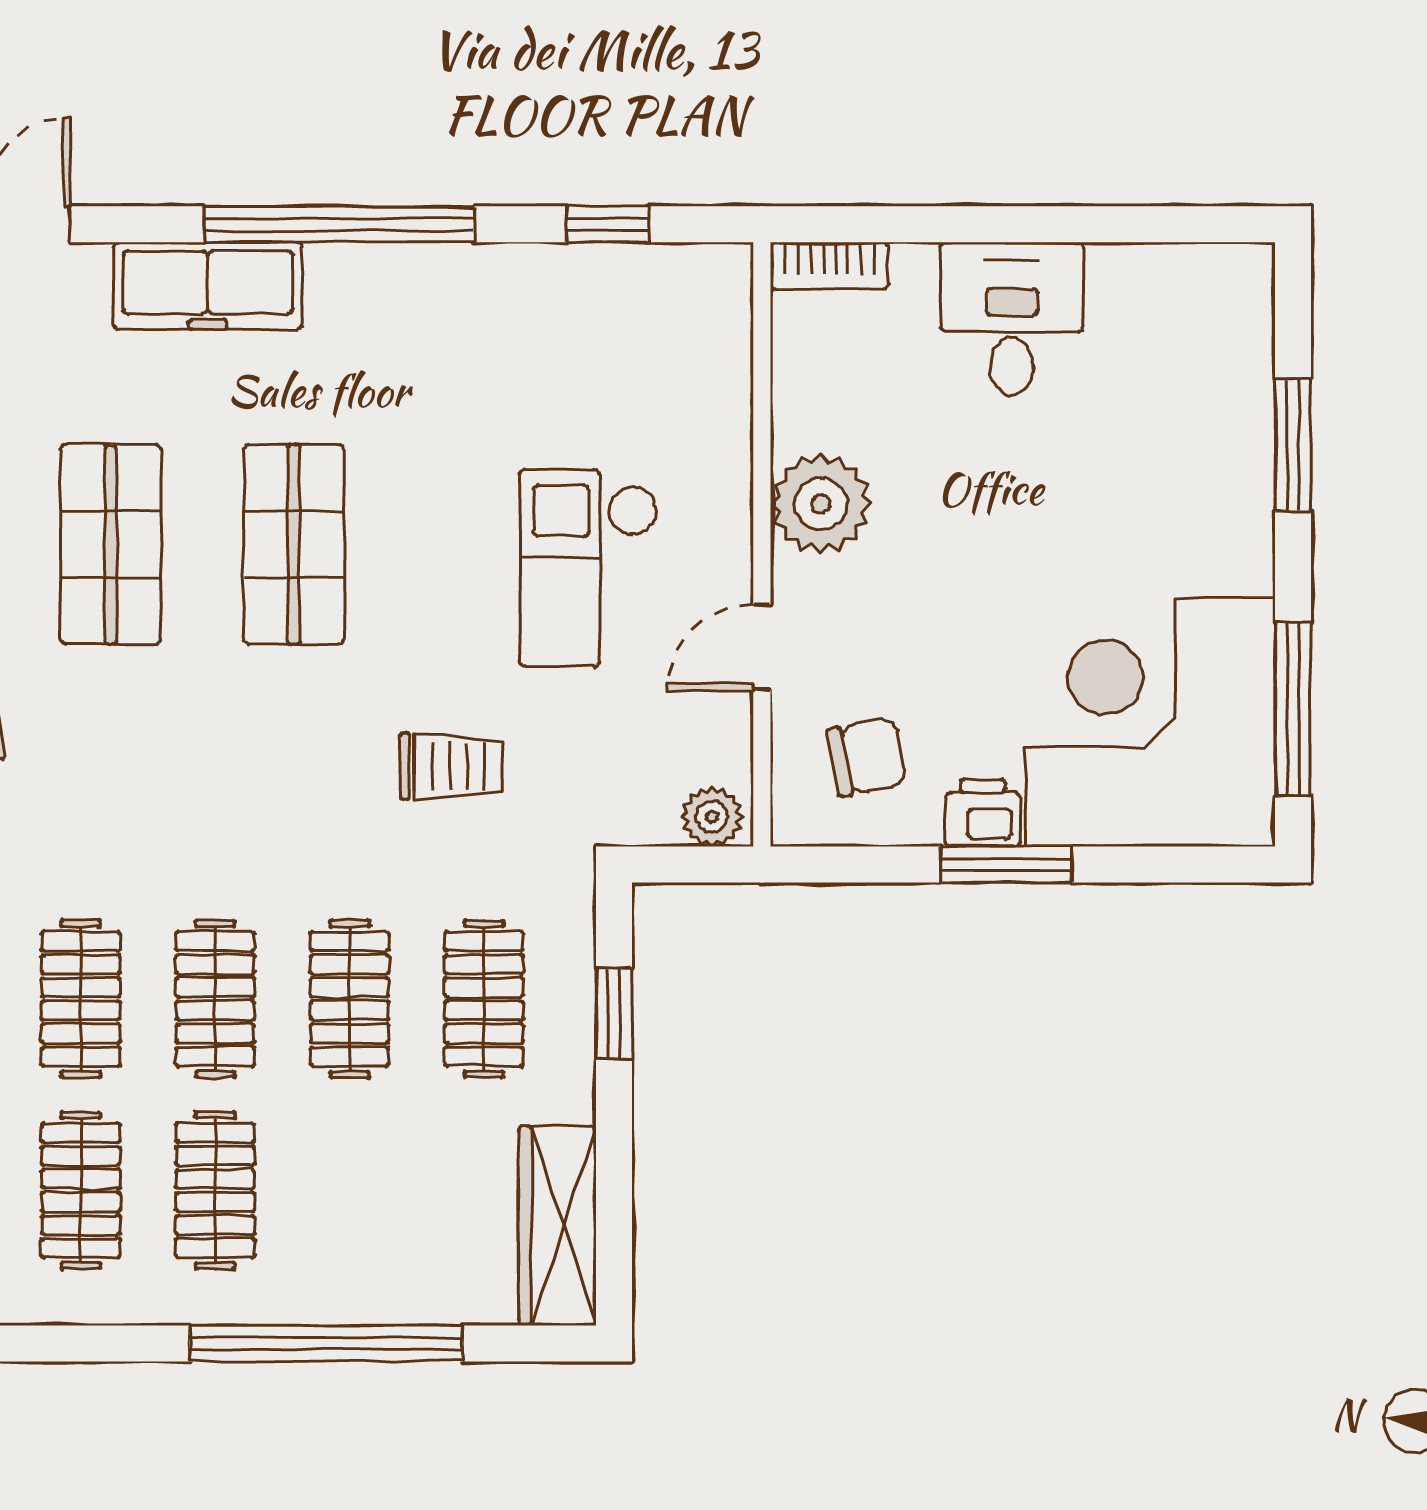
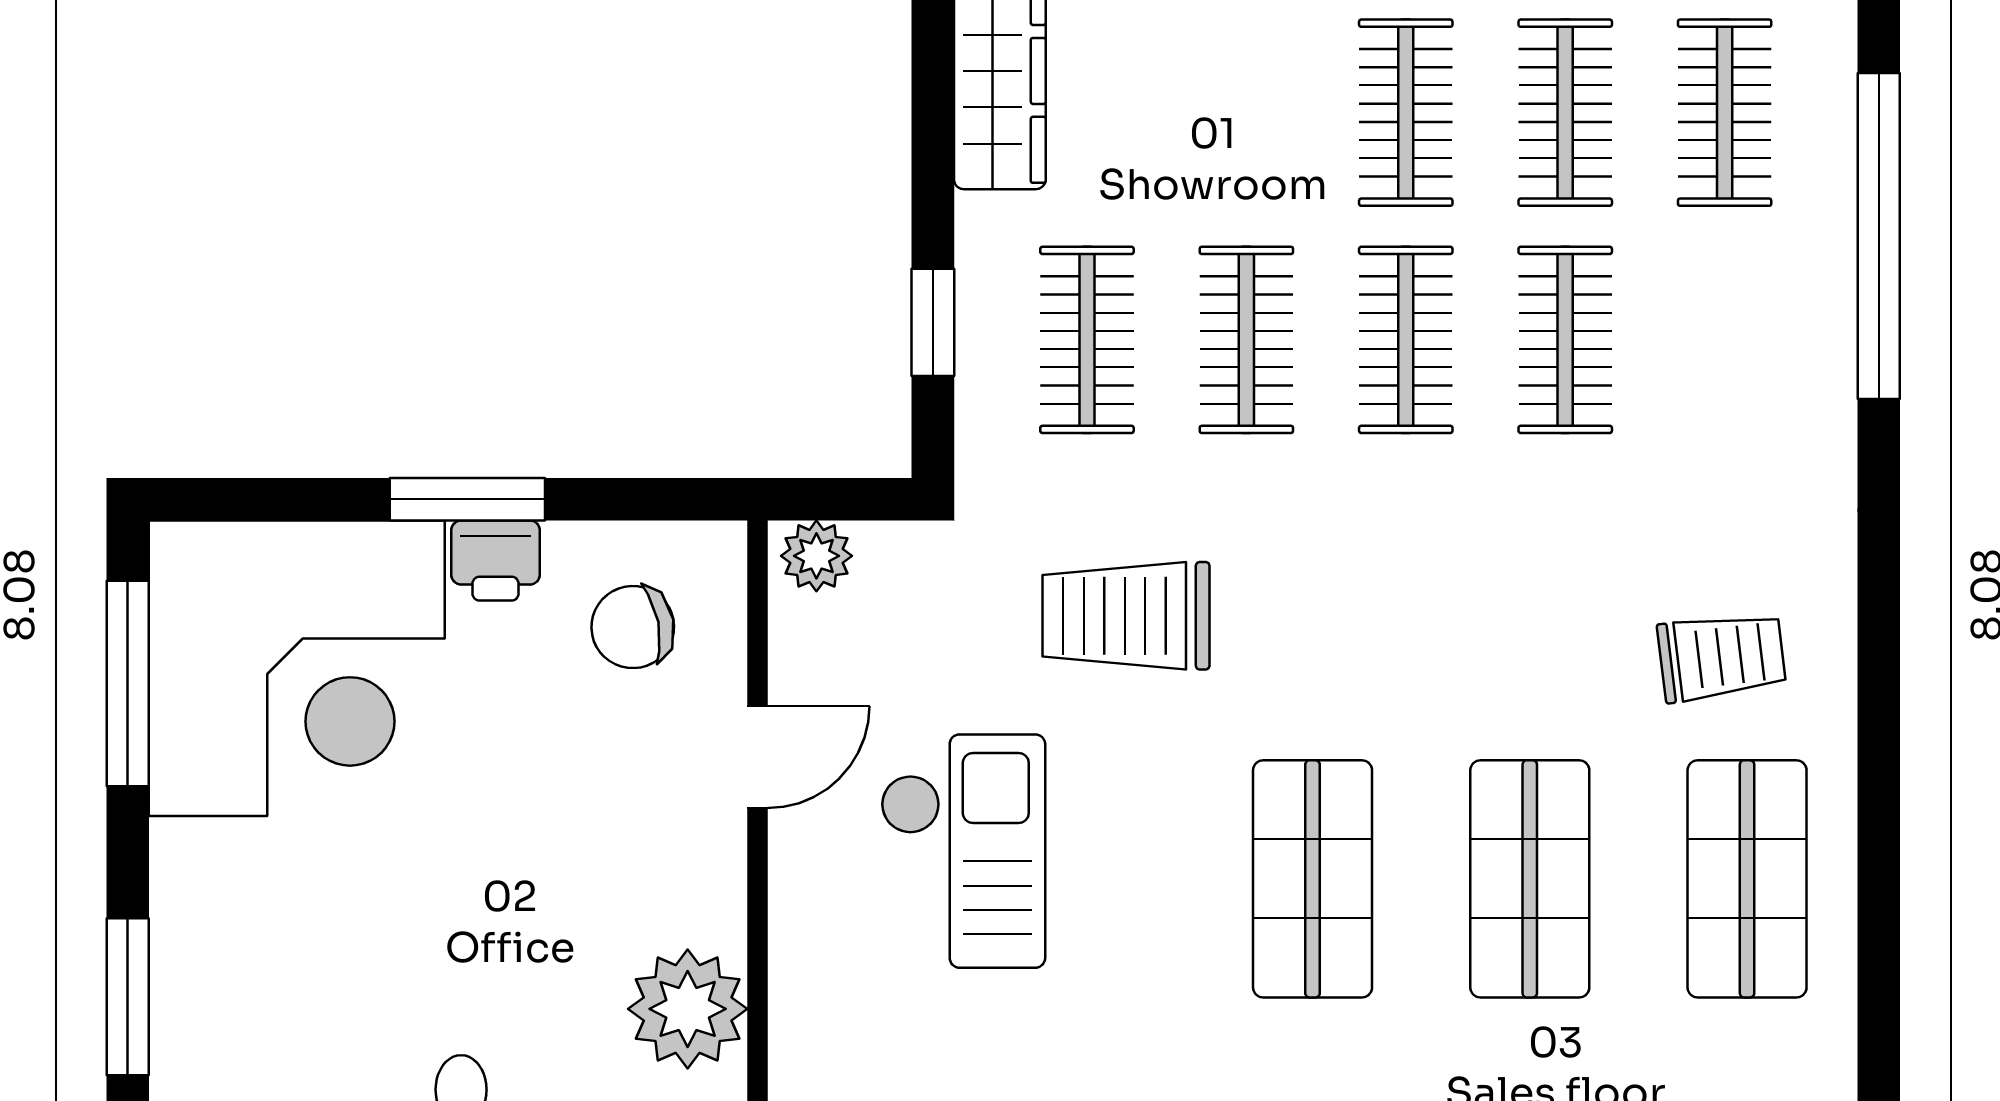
plant: (821, 504) -> (688, 1009), moved
trolley: (451, 766) -> (1126, 616), width x1.36, depth x1.39

